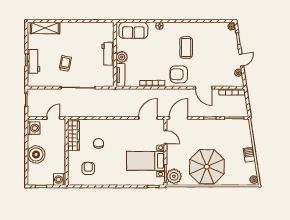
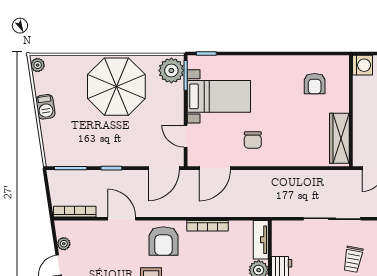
armchair: (179, 74) -> (163, 241), turned 90
chair: (98, 143) -> (253, 140), moved

